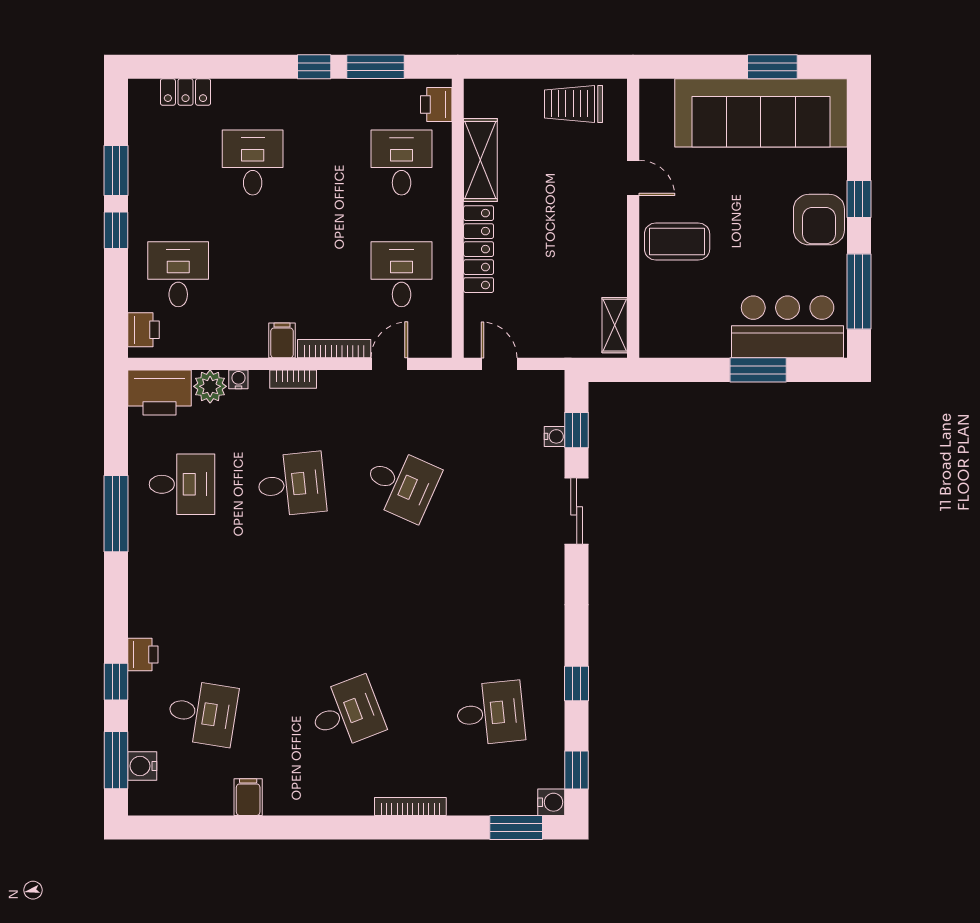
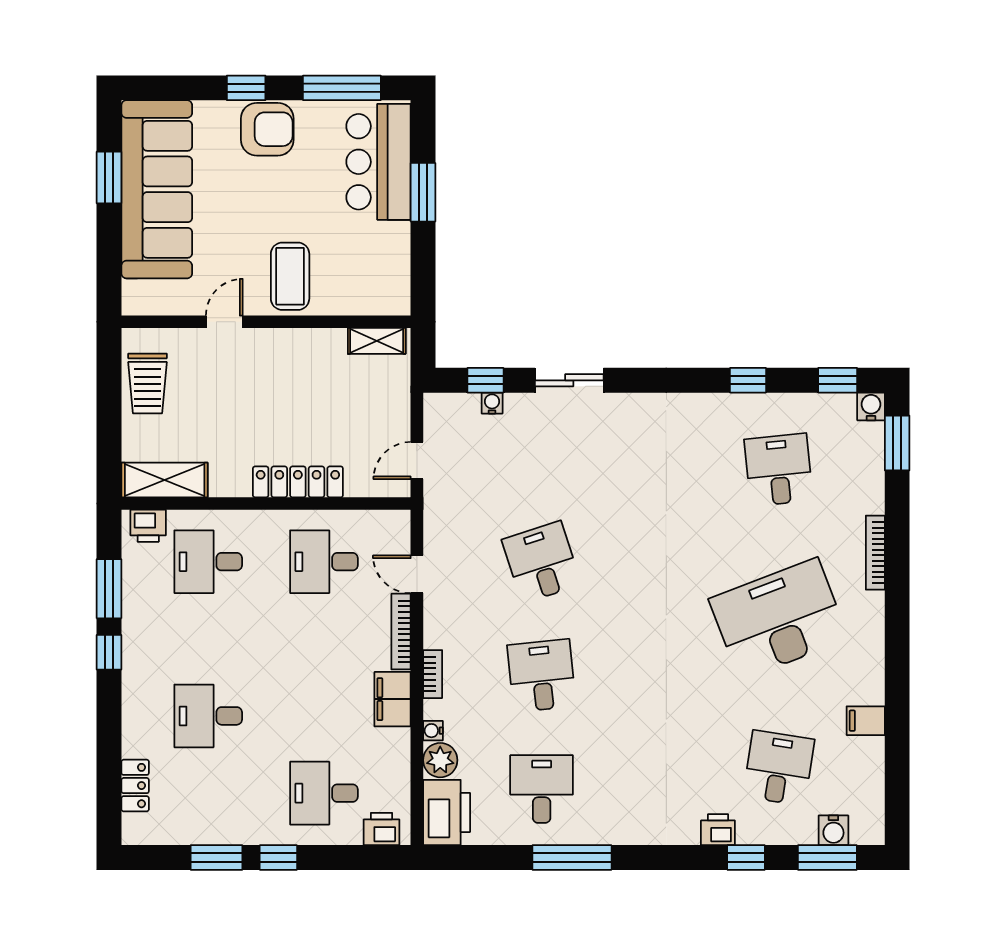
shelving: (480, 160) -> (165, 480), moved
filing cabinet: (282, 340) -> (393, 699), width x2.00
desk: (401, 484) -> (542, 562), turned -42
desk: (346, 713) -> (779, 619), width x1.87, depth x1.30

